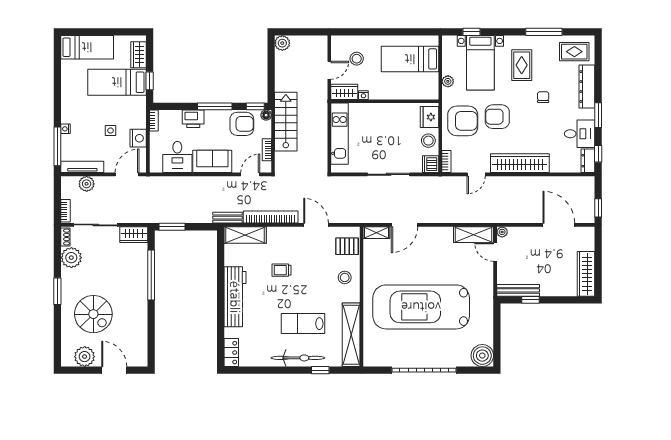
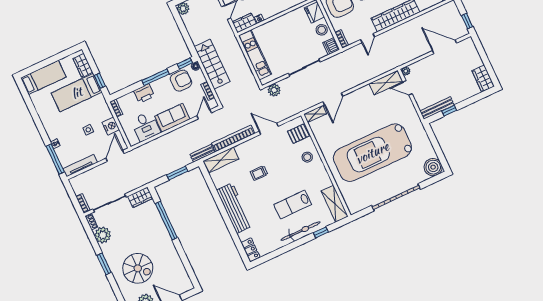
plant: (87, 184) -> (274, 90), moved
window: (172, 227) -> (177, 173), moved
wardrobe: (586, 274) -> (483, 79), width x0.67
shelving: (351, 335) -> (335, 204), width x0.68

